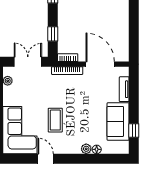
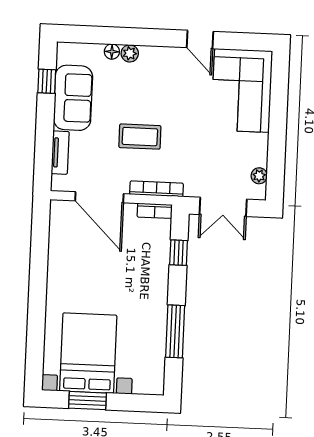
coffee table: (55, 120) -> (140, 137), moved, turned 90

